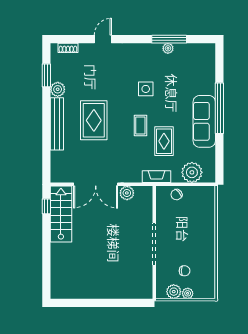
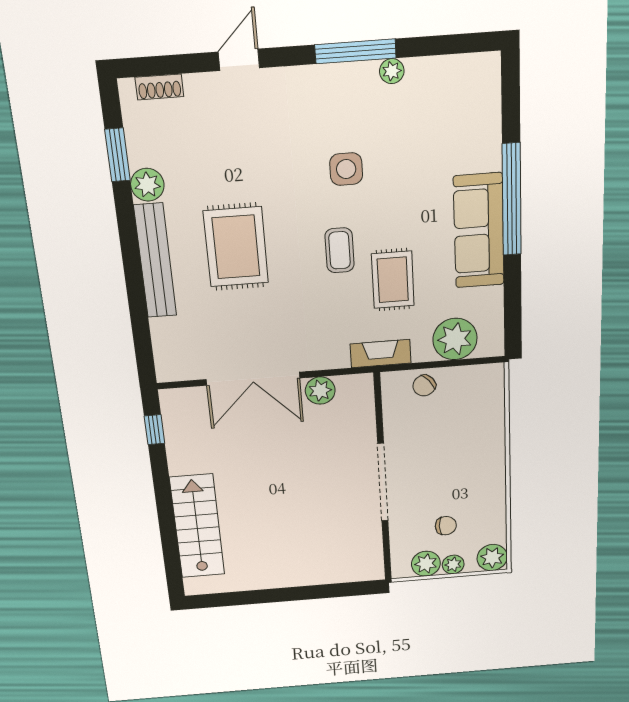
window: (169, 39) -> (355, 51), moved
stairs: (61, 214) -> (197, 526), moved
plant: (208, 291) -> (492, 558), added

